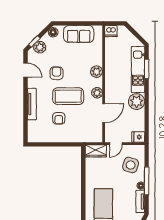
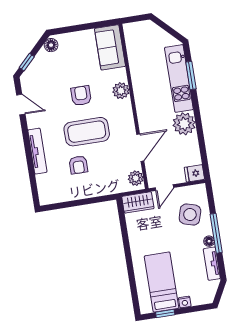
dishwasher: (111, 31) -> (132, 30), removed
sofa: (79, 34) -> (110, 47), moved, turned 90
plant: (40, 47) -> (36, 69), removed
armchair: (57, 73) -> (81, 96), moved
plant: (97, 93) -> (136, 178), moved

